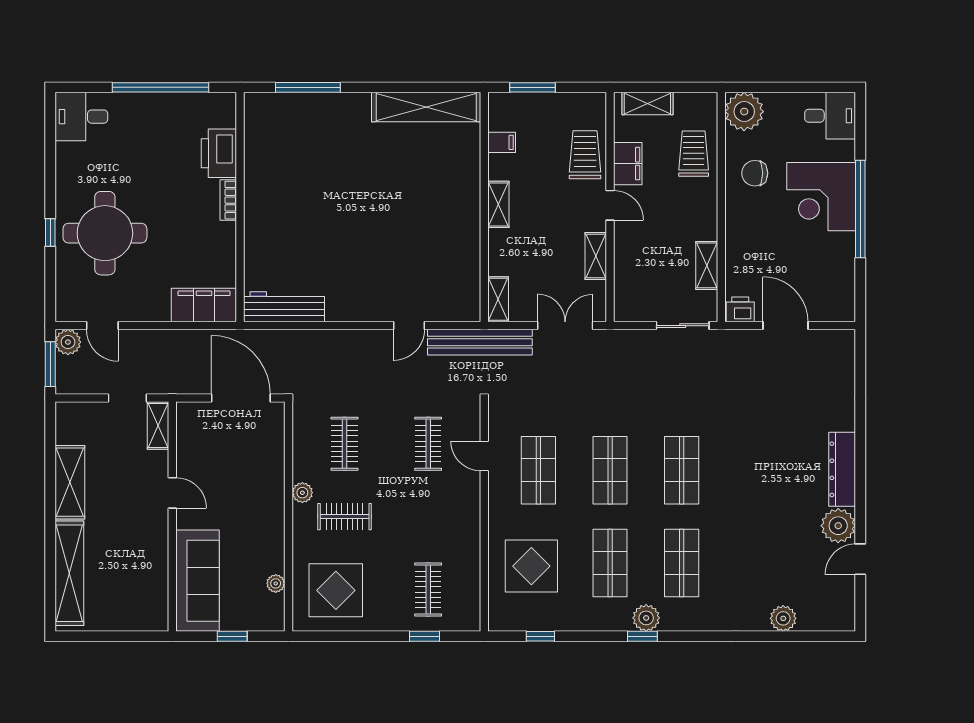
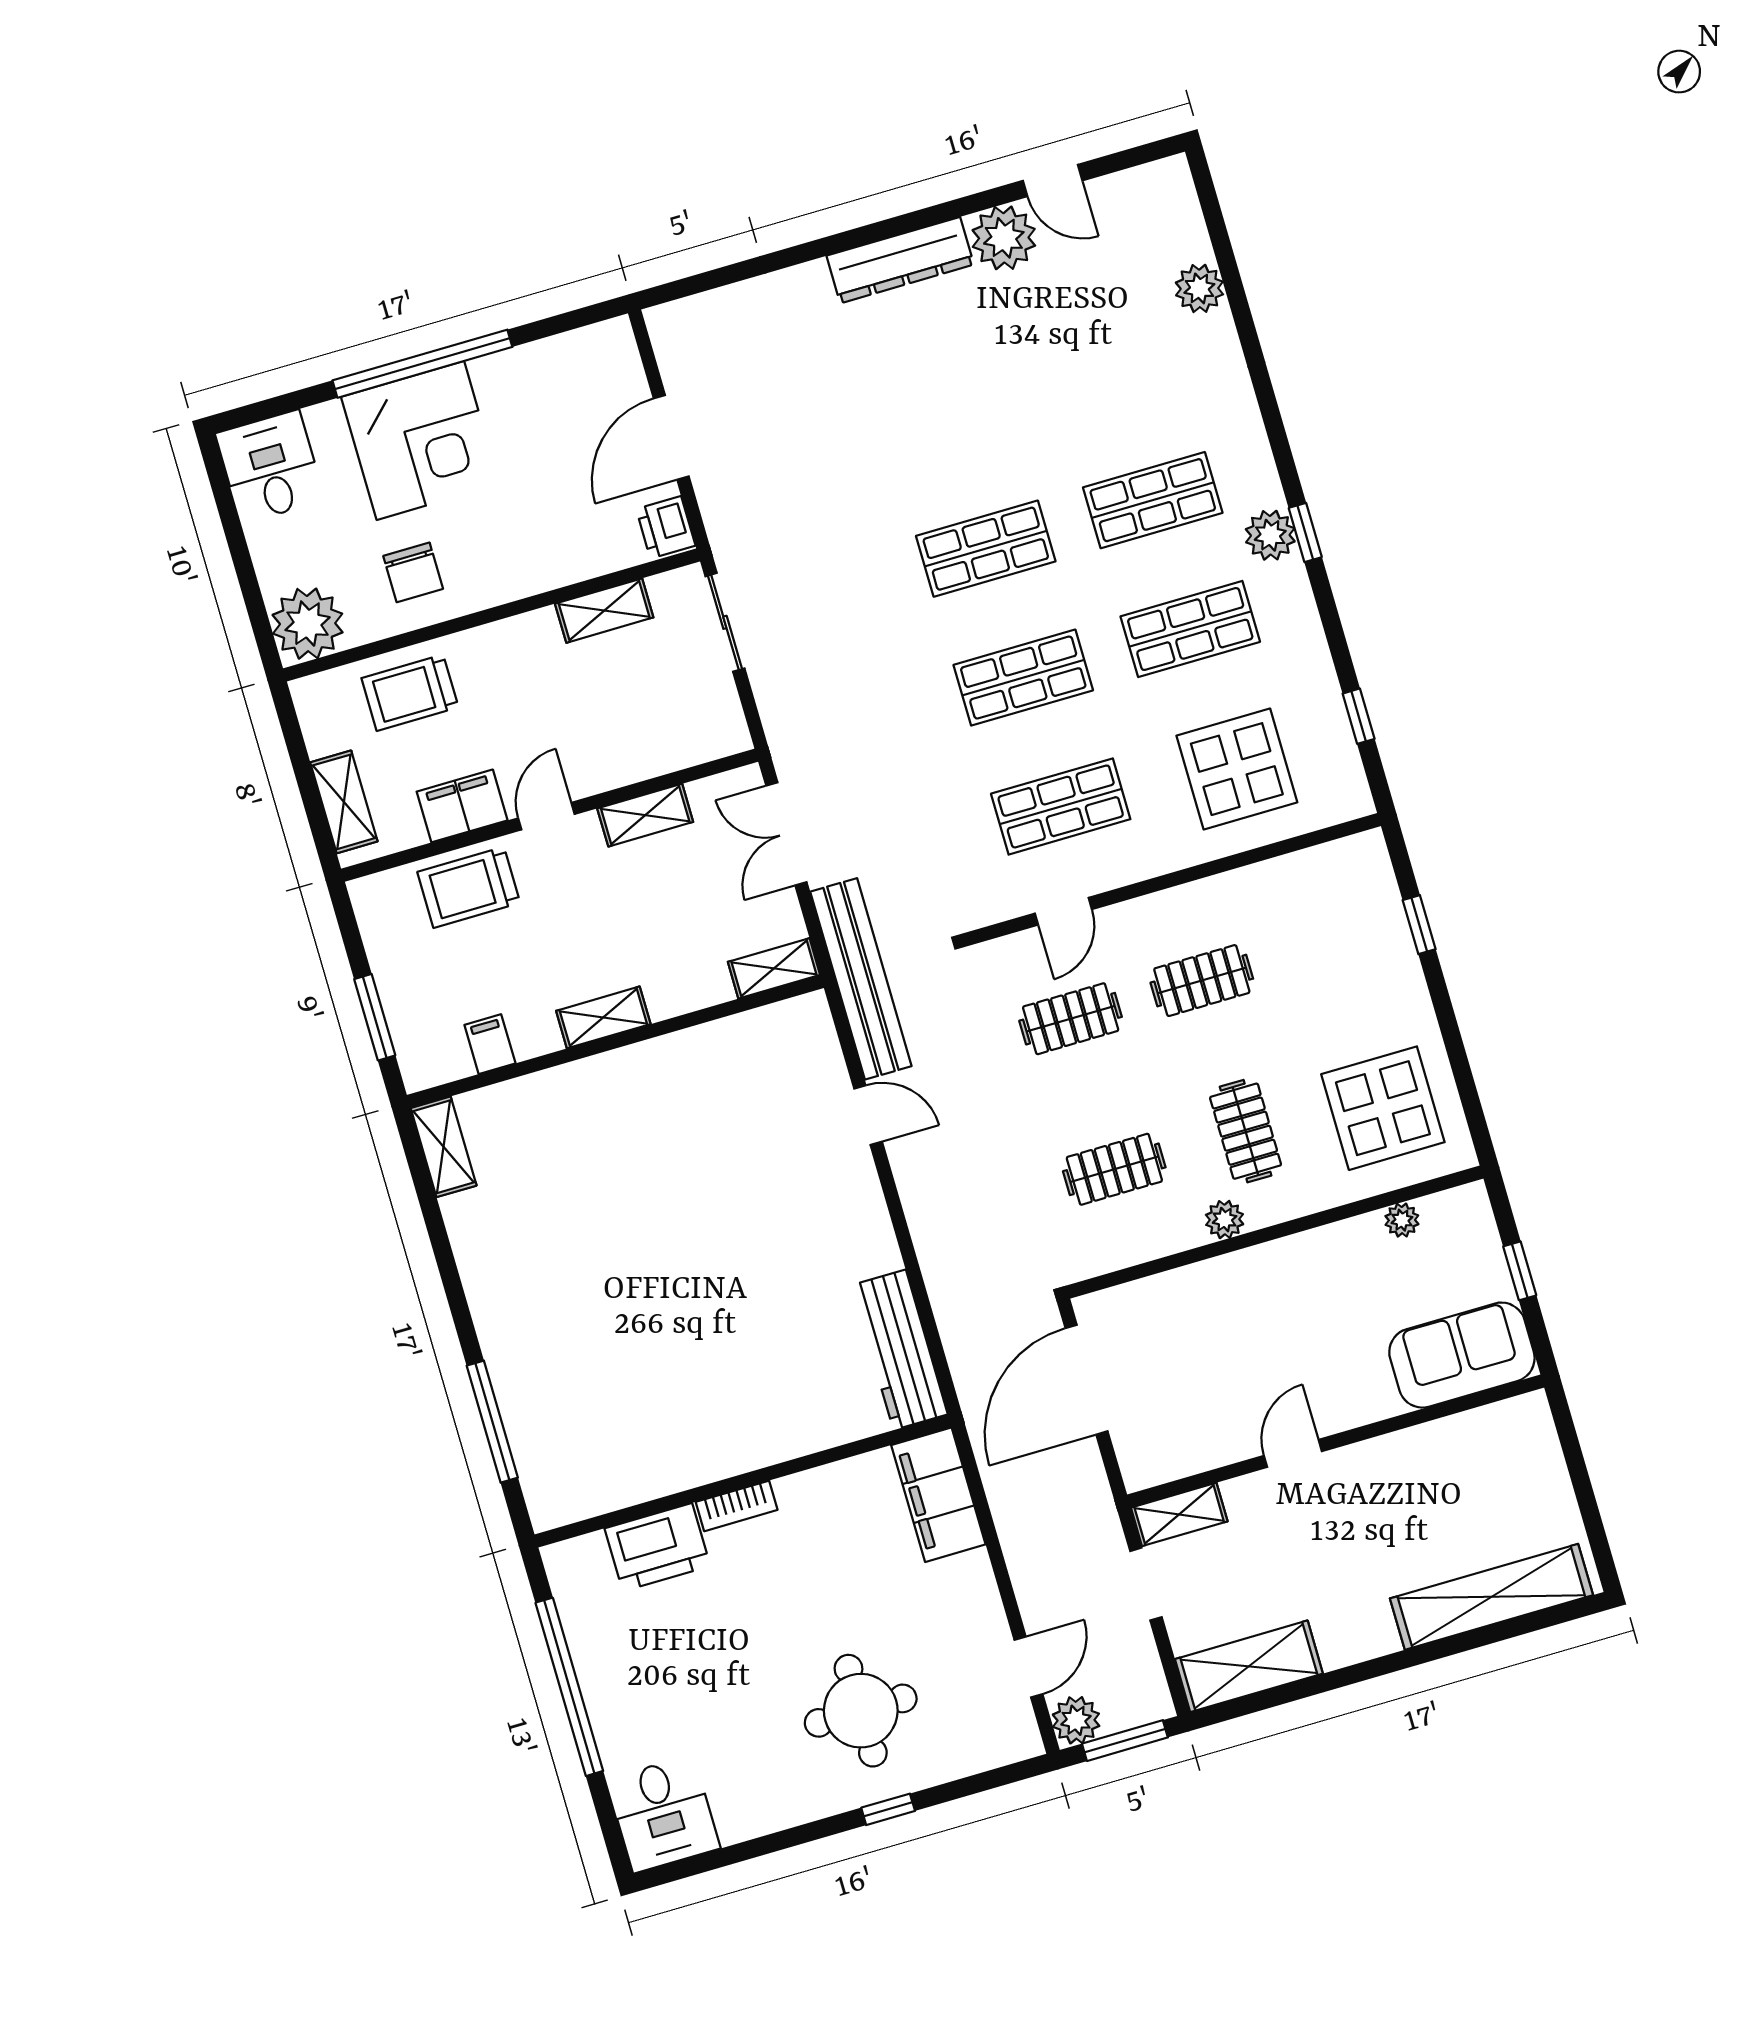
shelving: (426, 107) -> (444, 1147), width x0.45, depth x0.75
round table: (105, 233) -> (861, 1711), width x0.73, depth x0.73
shelving: (70, 482) -> (1249, 1666), moved
sofa: (198, 581) -> (1462, 1355), width x0.73
clothes rail: (428, 589) -> (1202, 981), moved

